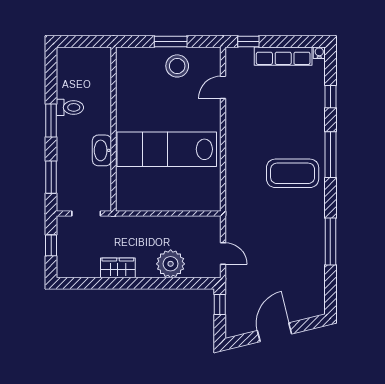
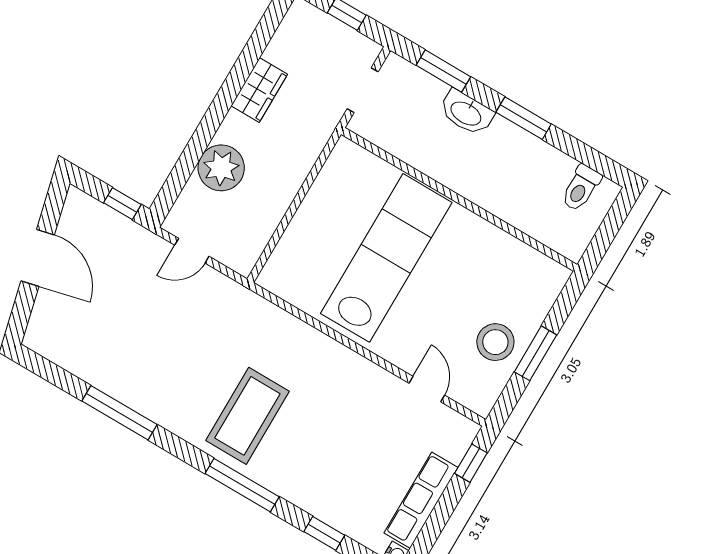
toilet: (70, 107) -> (581, 188), moved
washbasin: (102, 150) -> (466, 113), moved, turned 180

